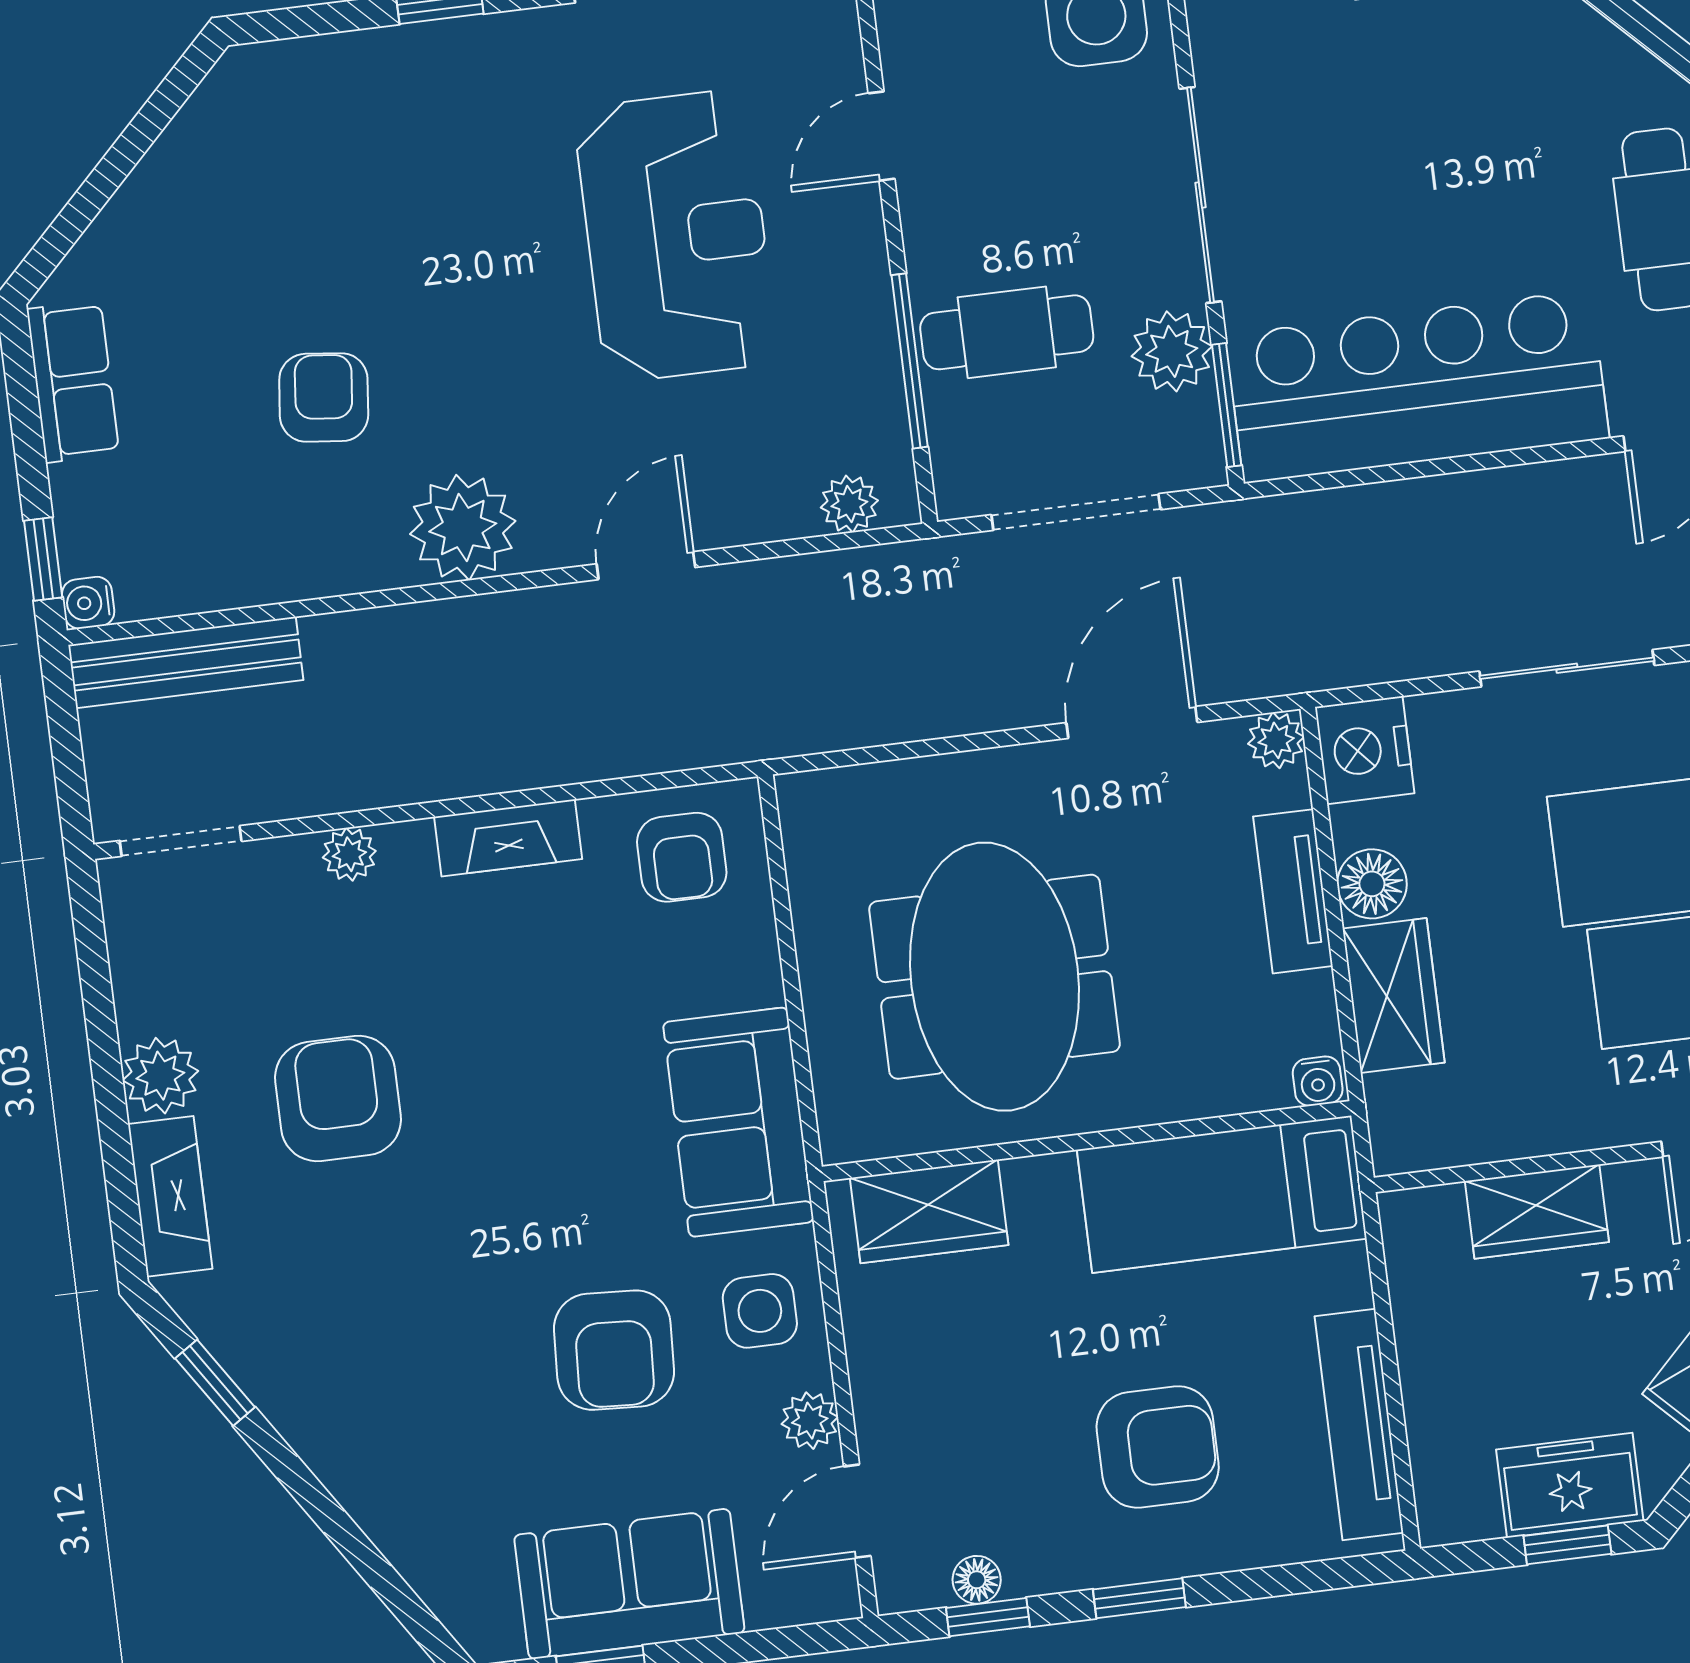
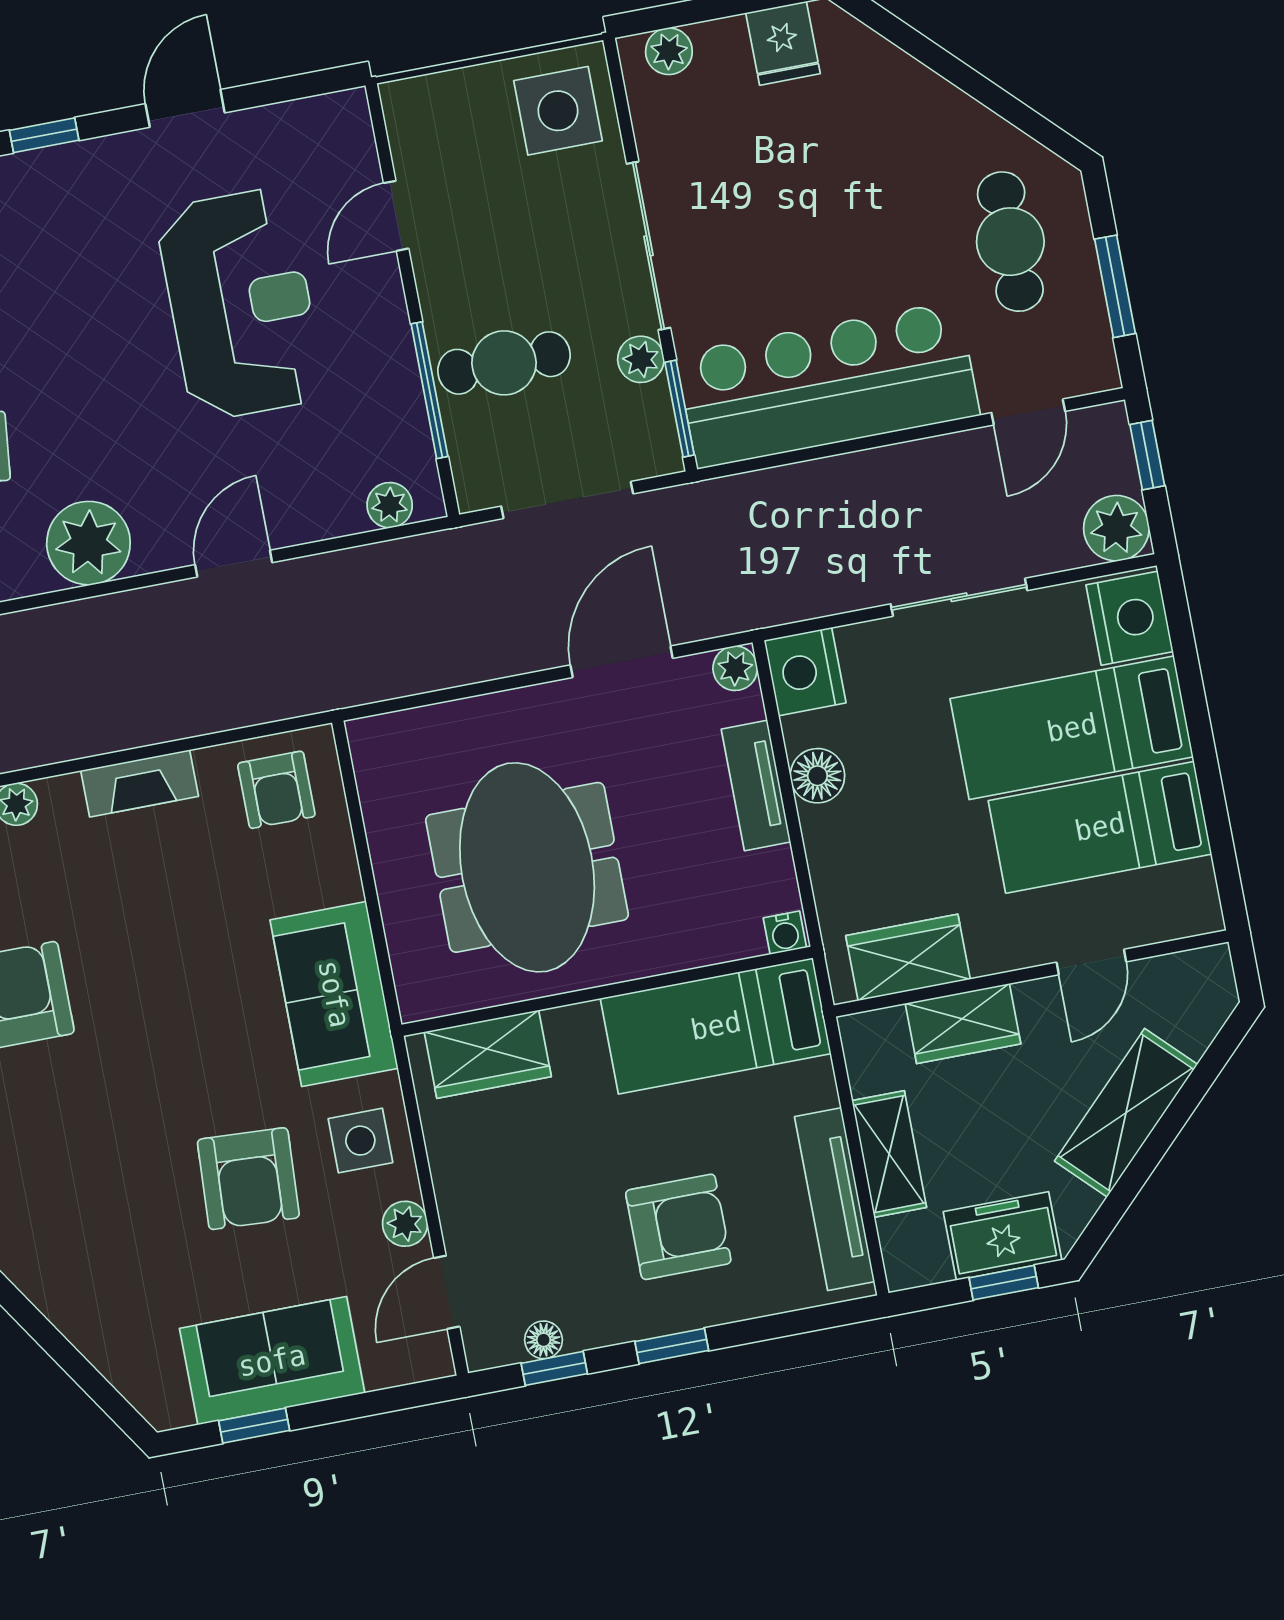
plant: (1172, 351) -> (641, 359), width x0.73, depth x0.73
wardrobe: (1394, 995) -> (908, 958), moved, turned -90
shelving: (1432, 1372) -> (889, 1154), added

